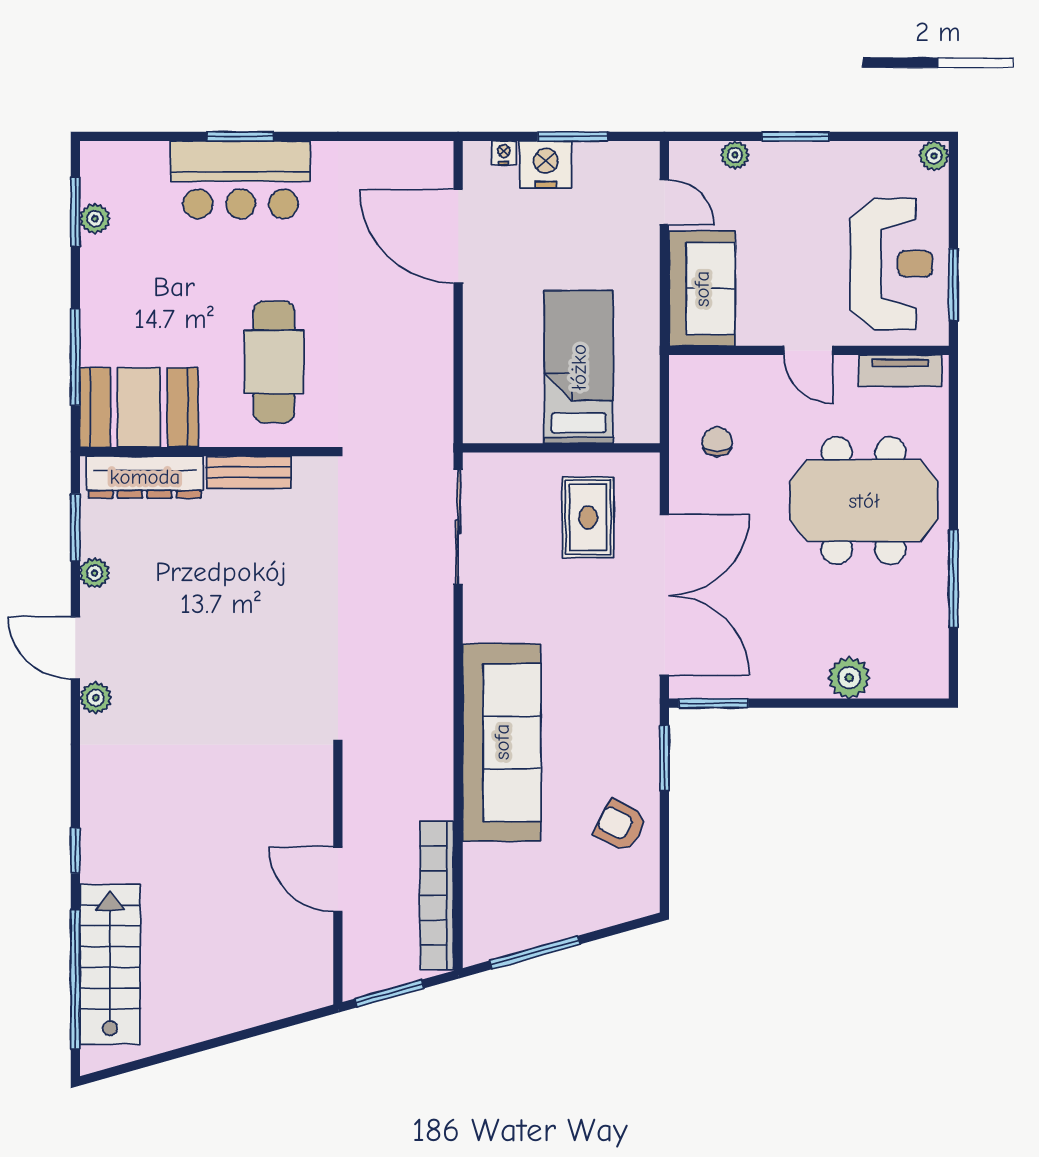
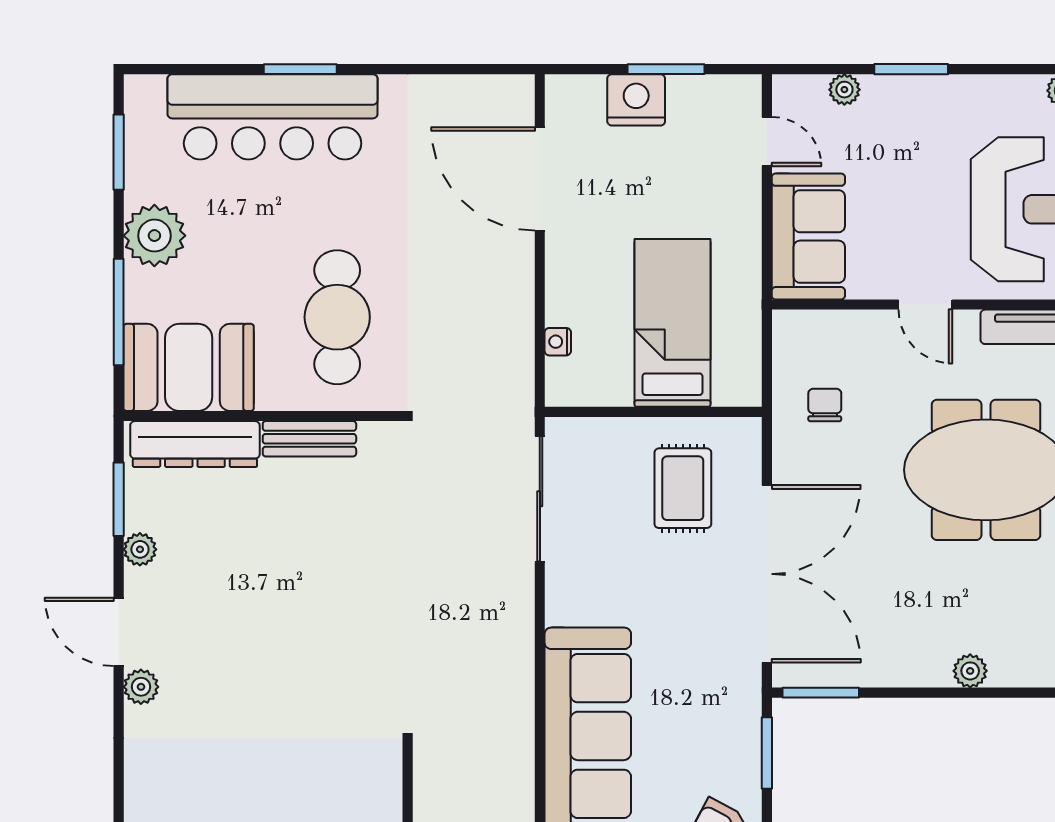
nightstand: (504, 153) -> (558, 342), moved, turned -90
bar counter: (241, 180) -> (273, 117), width x1.36
plant: (95, 219) -> (154, 236), moved, width x1.88, depth x1.88
plant: (849, 678) -> (970, 671), width x0.73, depth x0.73

